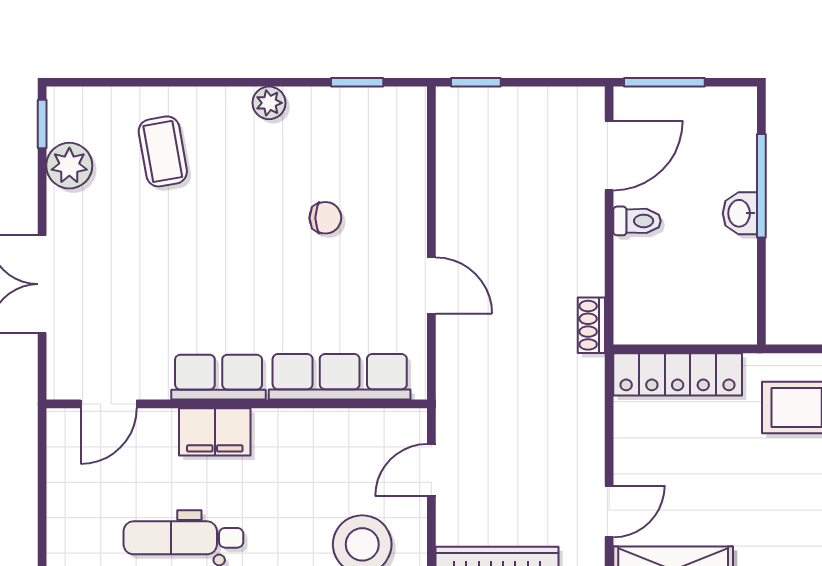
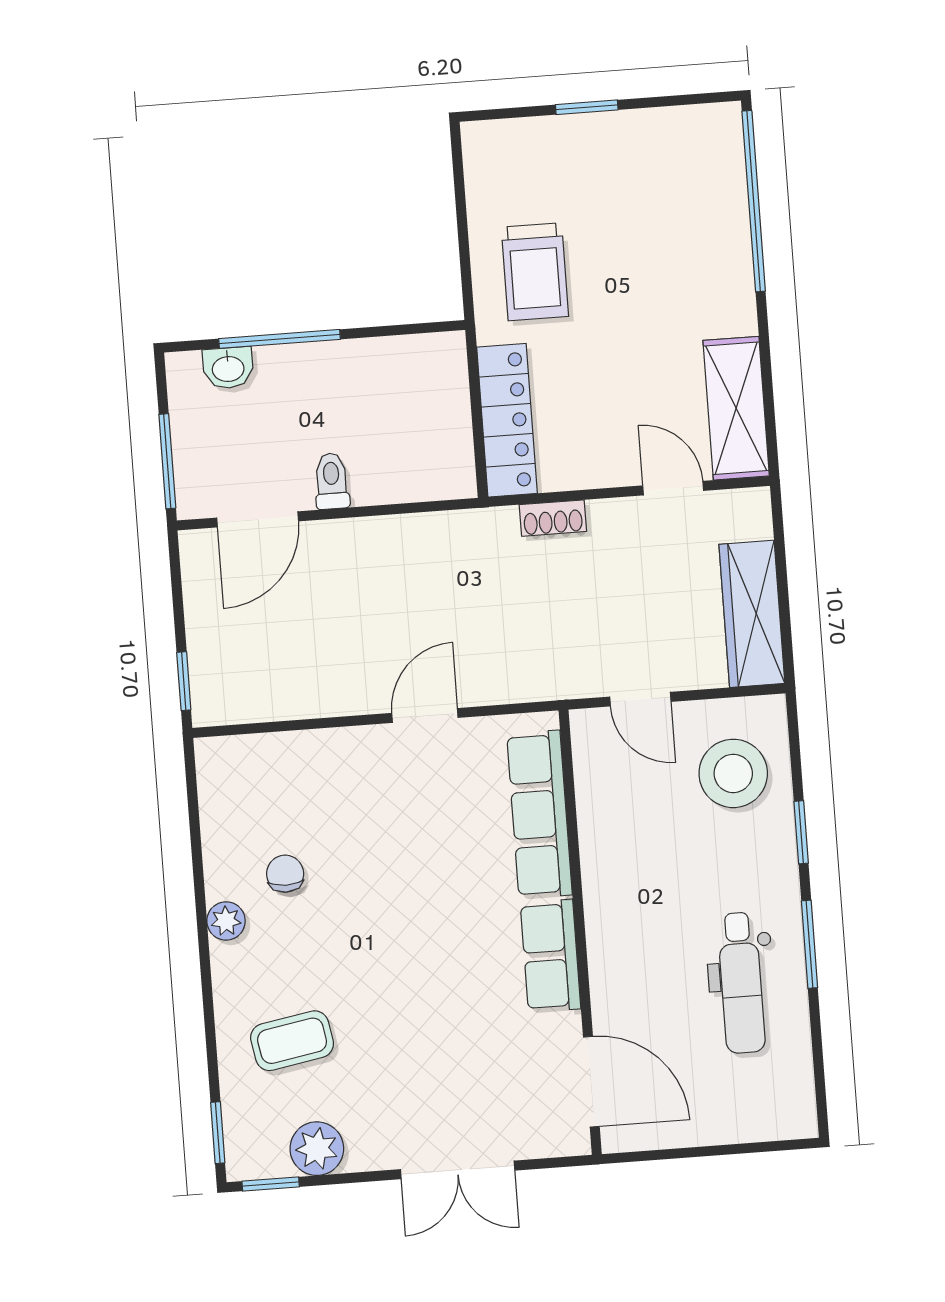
window: (357, 82) -> (218, 1133), moved
door: (609, 155) -> (258, 519), swing flipped
washbasin: (740, 213) -> (228, 368), moved
chair: (325, 218) -> (285, 874), moved
shoe rack: (591, 325) -> (553, 518), moved
door: (109, 404) -> (591, 1082), width x1.38
filing cabinet: (215, 432) -> (615, 955), removed

